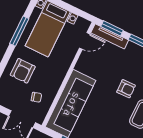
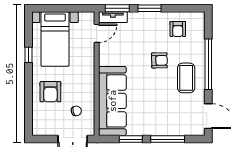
window: (19, 31) -> (28, 55), width x0.46
tv unit: (110, 36) -> (113, 17), width x0.71

